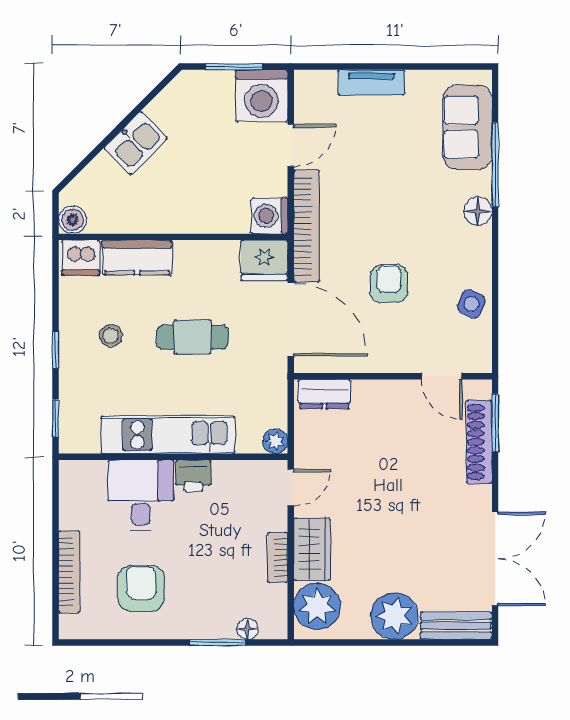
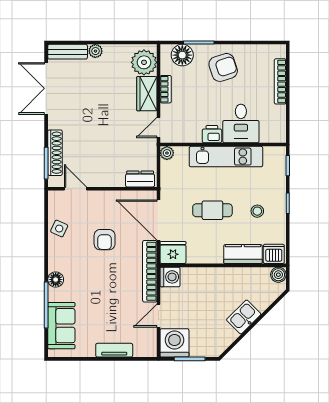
armchair: (141, 588) -> (223, 67), moved, turned -108
plant: (394, 616) -> (95, 51), width x0.53, depth x0.53
floor lamp: (247, 629) -> (182, 55), width x1.89, depth x1.89

